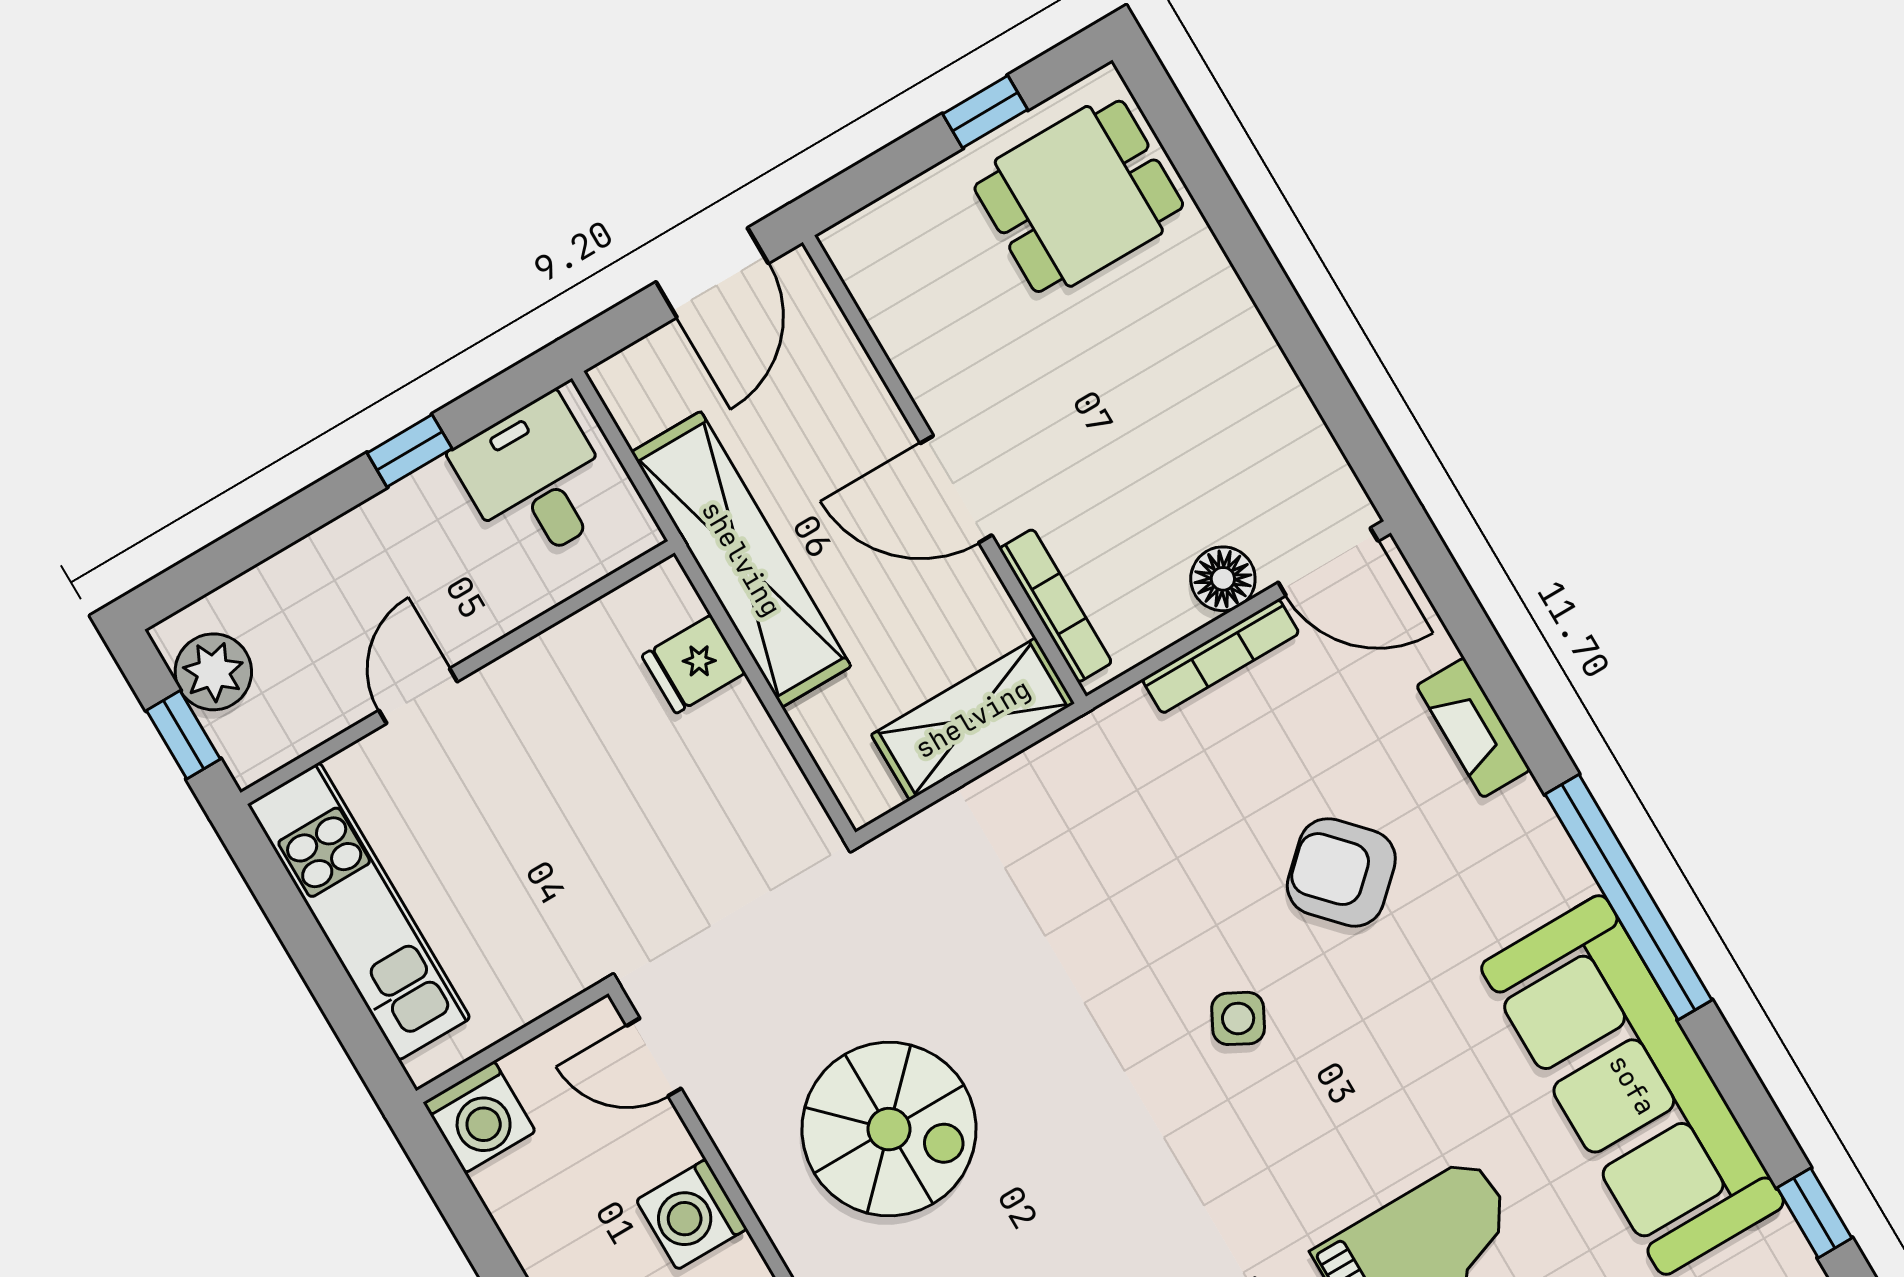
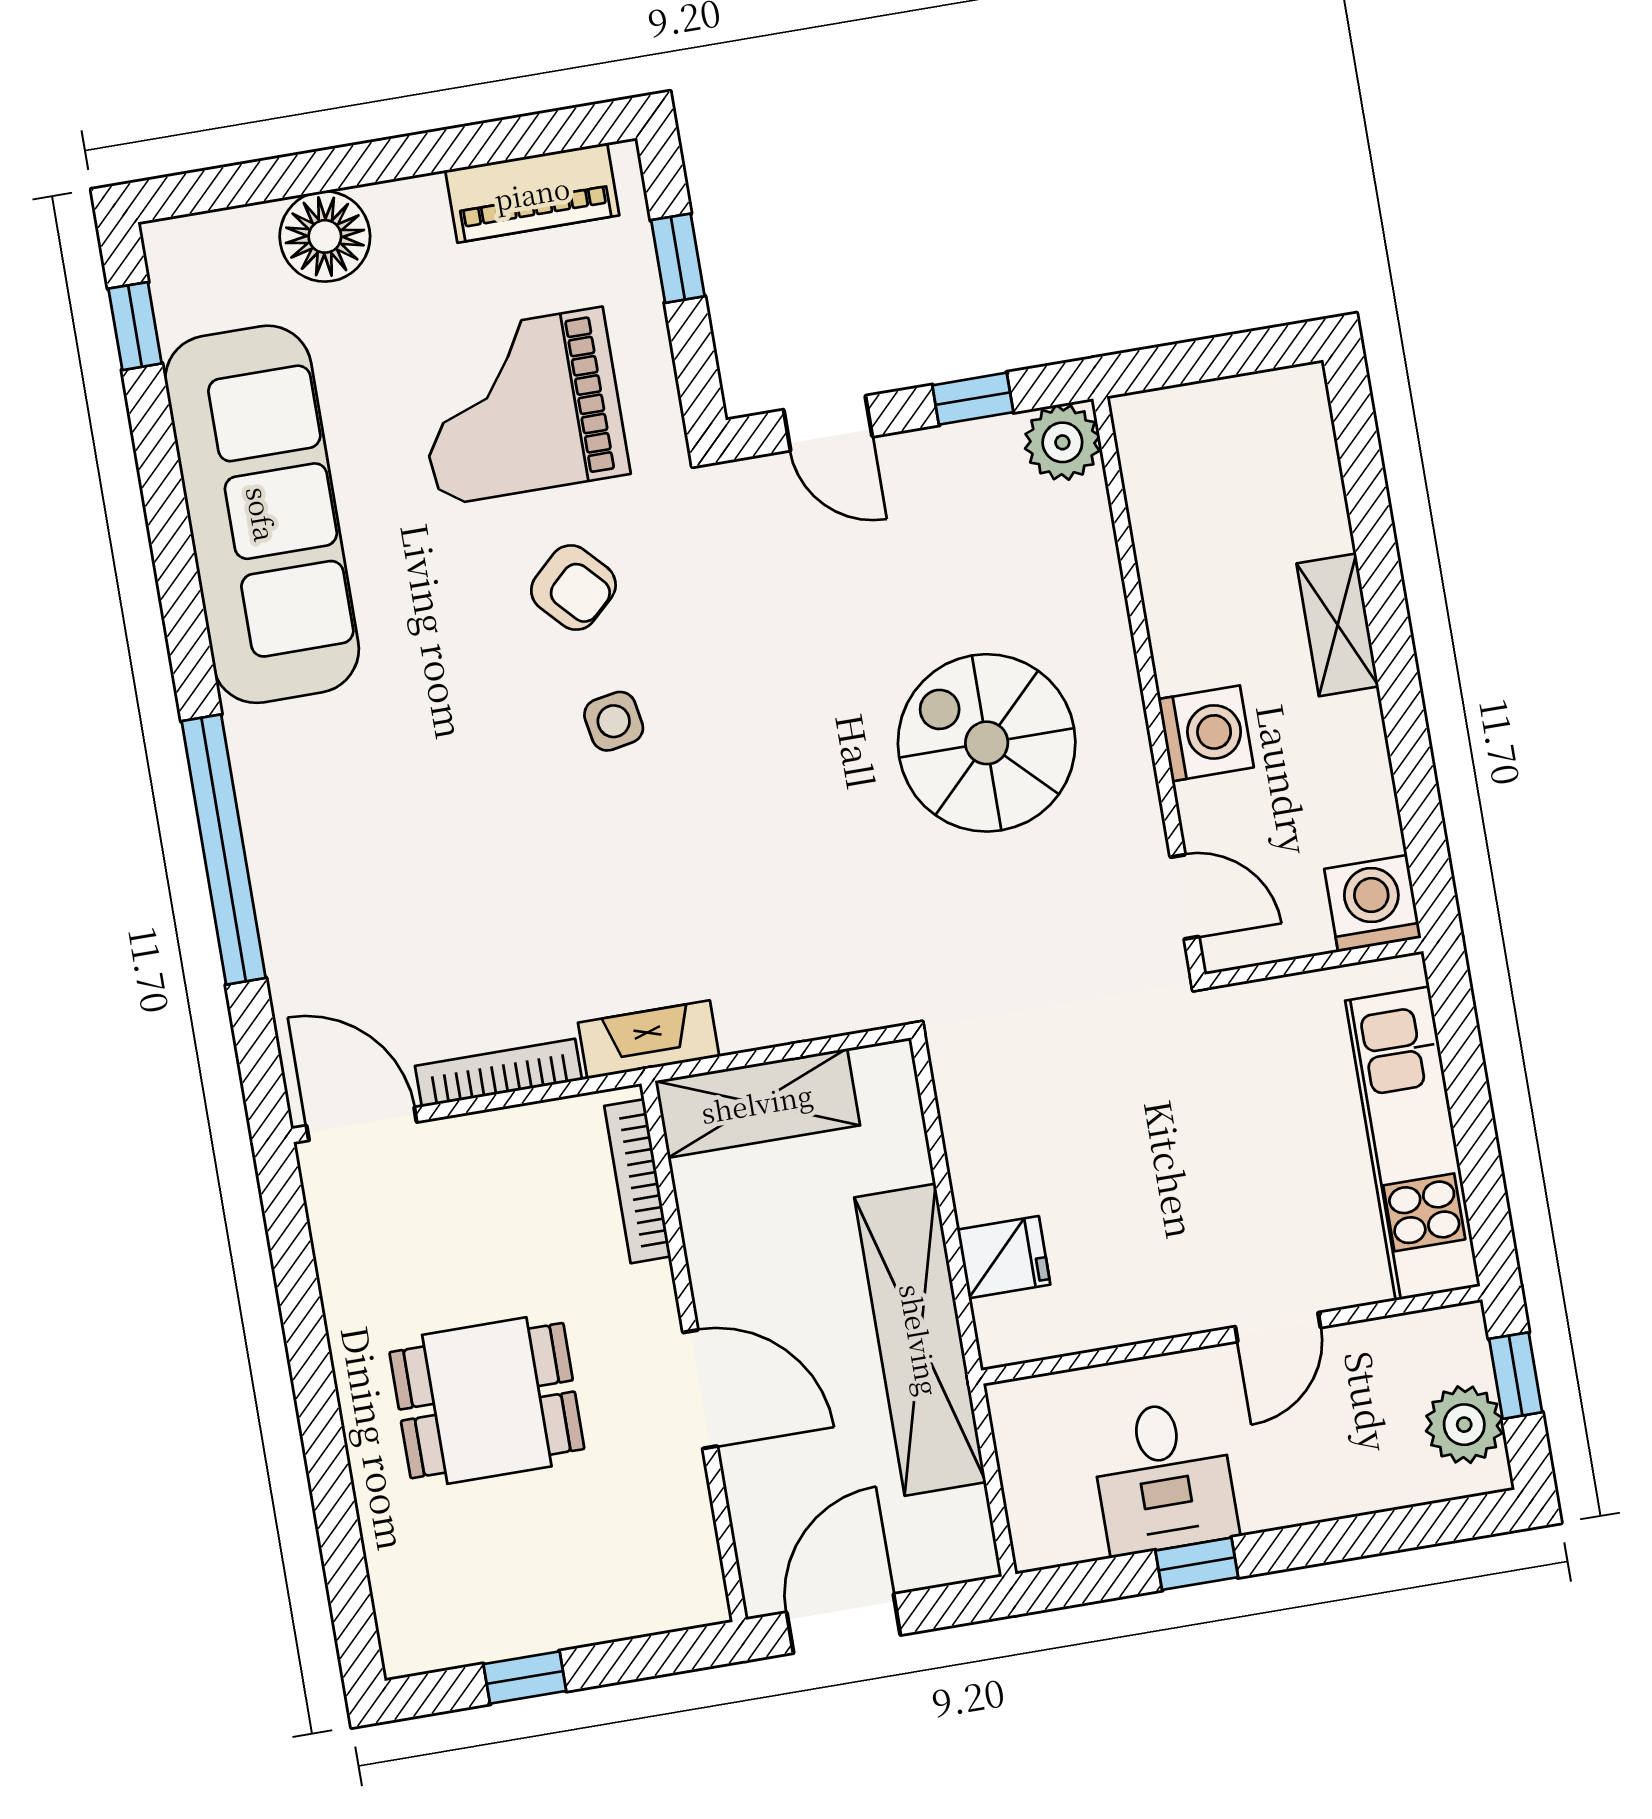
dining table: (1079, 196) -> (487, 1401), moved
desk: (536, 480) -> (1164, 1477), moved
door: (956, 489) -> (700, 1389), moved
floor lamp: (1223, 579) -> (468, 1146), removed
fireplace: (1473, 728) -> (649, 1040), moved, turned -90
armchair: (1341, 872) -> (573, 588), moved, width x0.72, depth x0.72
window: (1628, 897) -> (224, 850), moved
side table: (1238, 1018) -> (614, 721), turned -38

